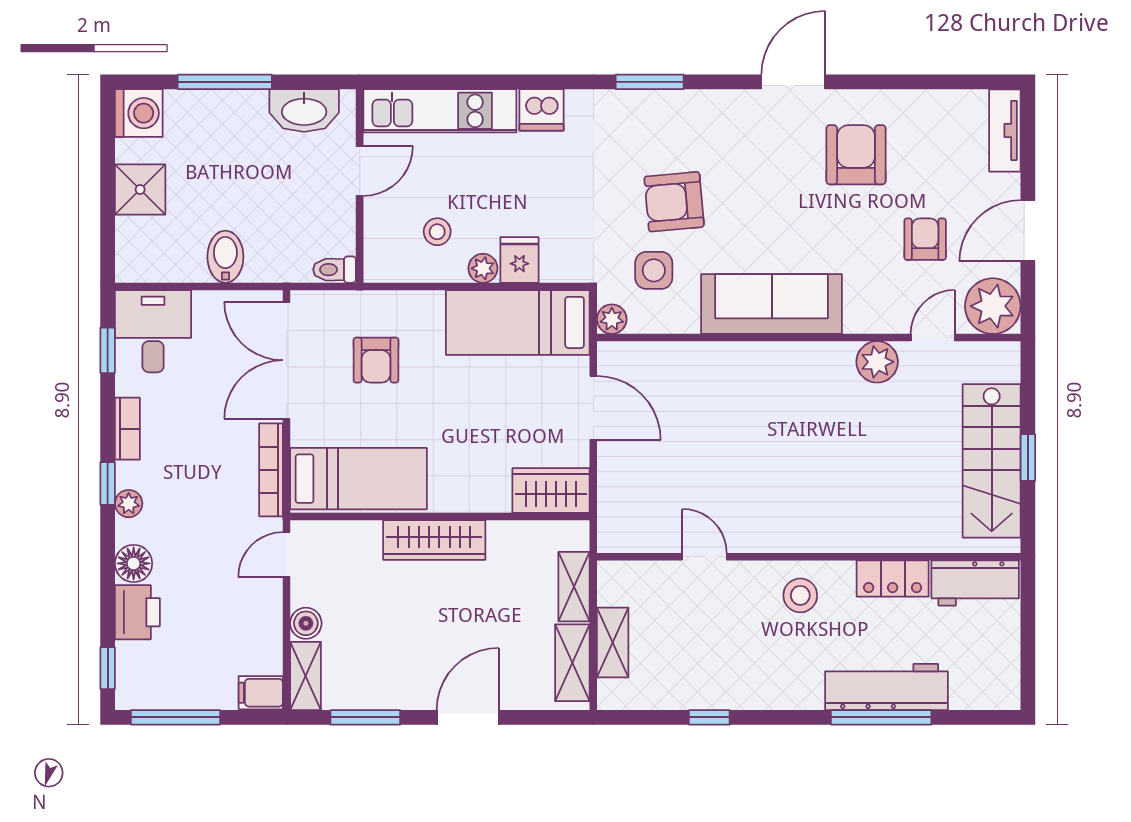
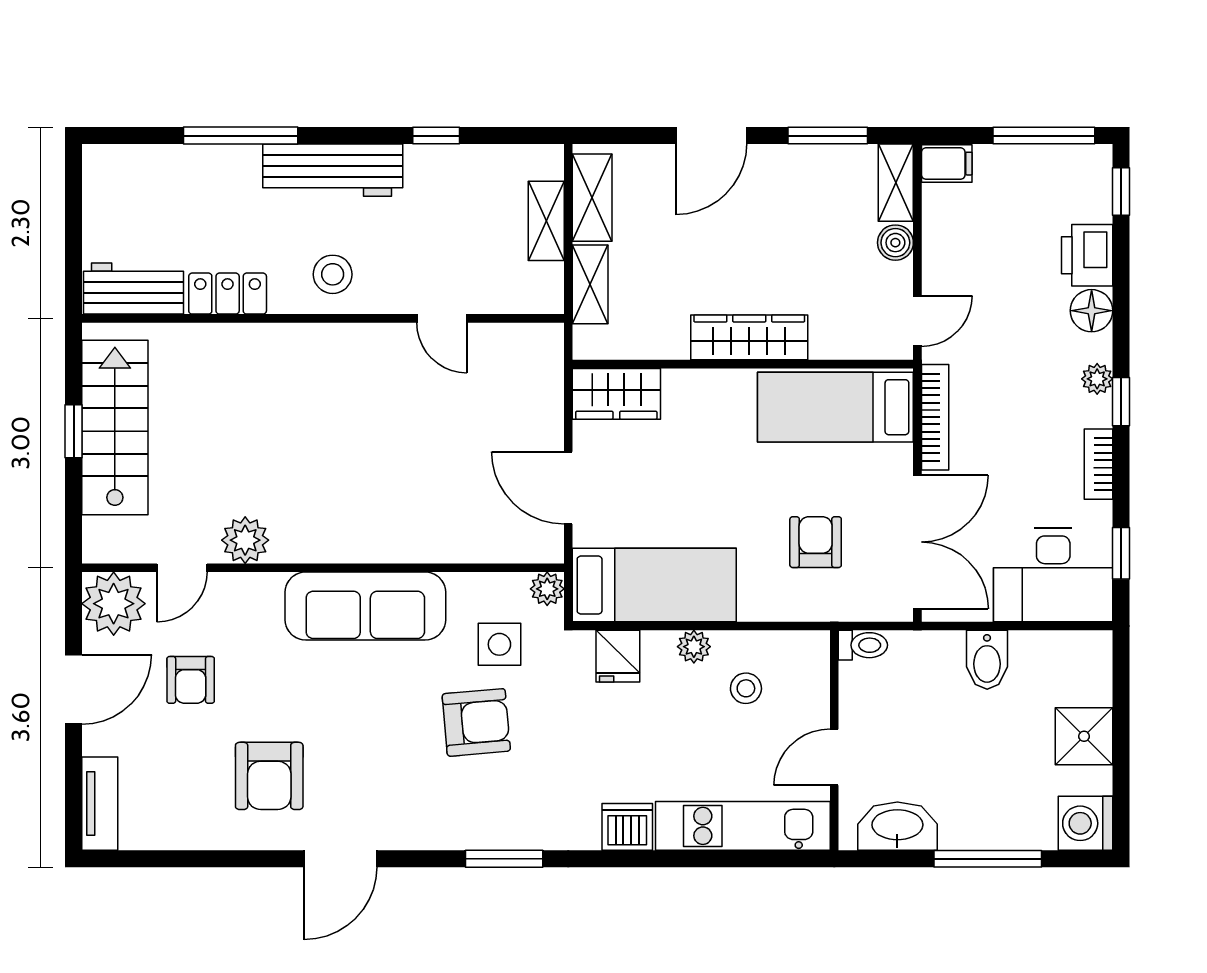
fridge: (519, 260) -> (618, 656), moved
desk: (153, 331) -> (1053, 575), width x1.37
workbench: (886, 687) -> (333, 170), moved

